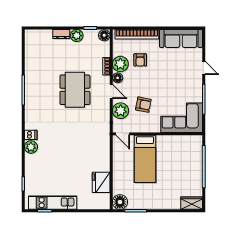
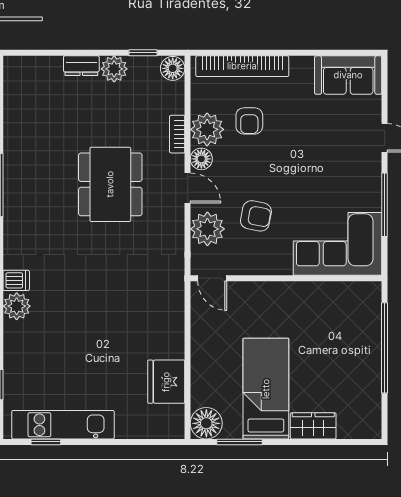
sofa: (181, 38) -> (348, 75), width x0.73
bed: (145, 159) -> (266, 389), moved, turned 180
wardrobe: (192, 203) -> (313, 426), moved

